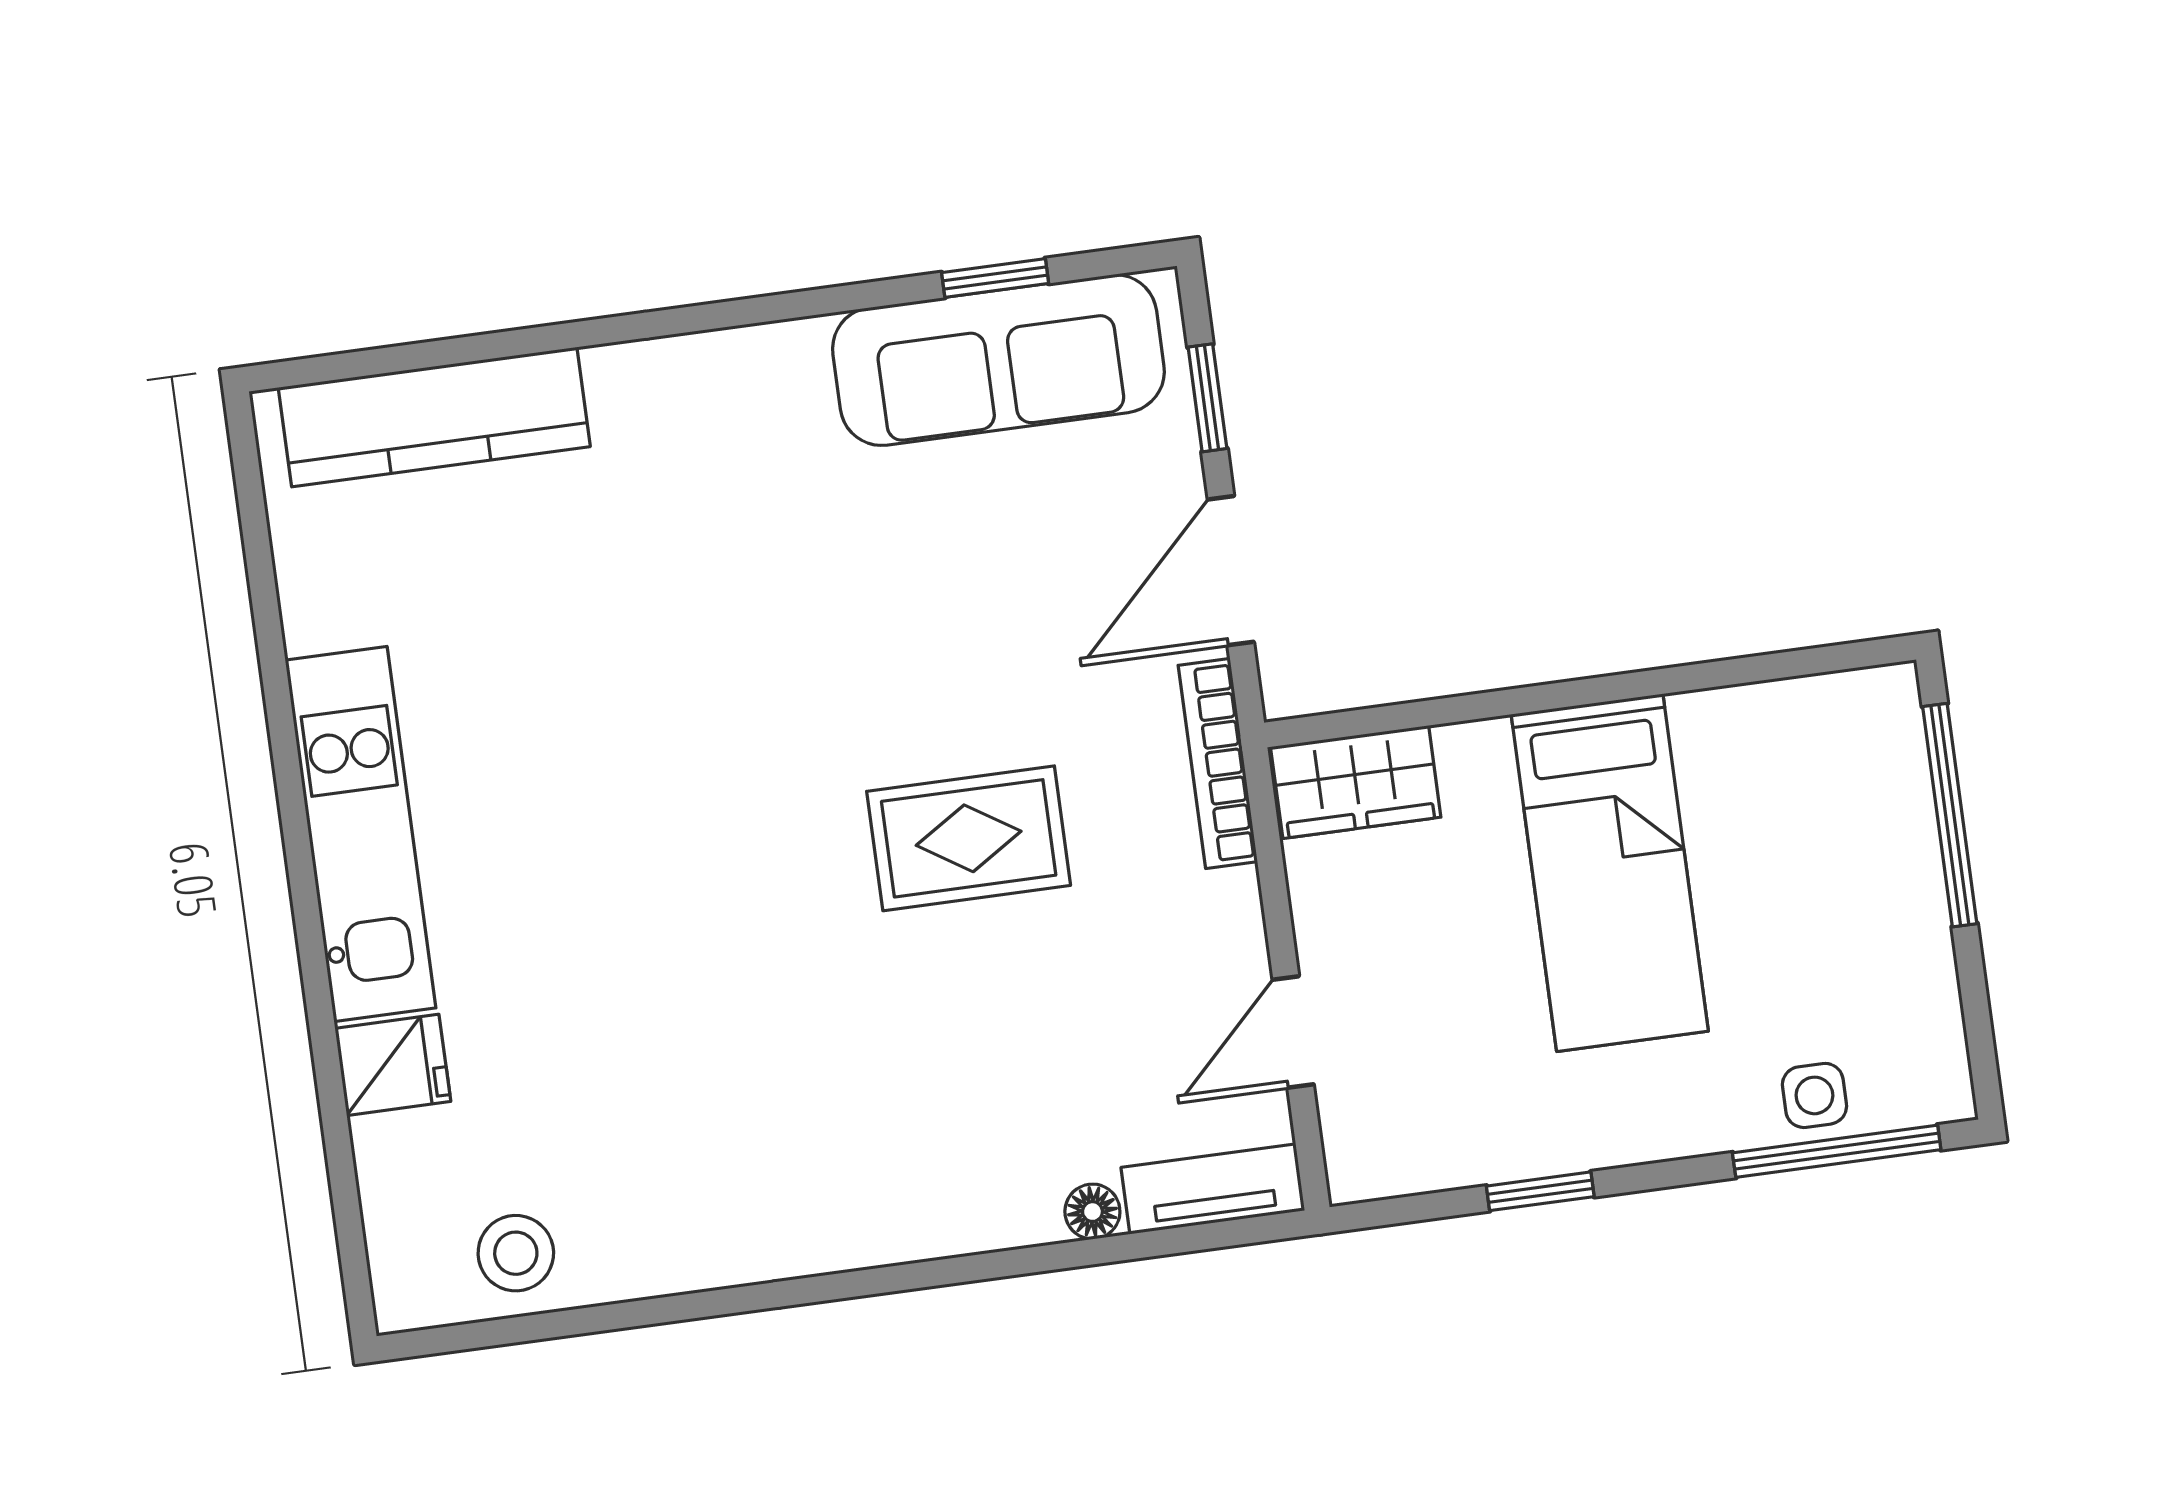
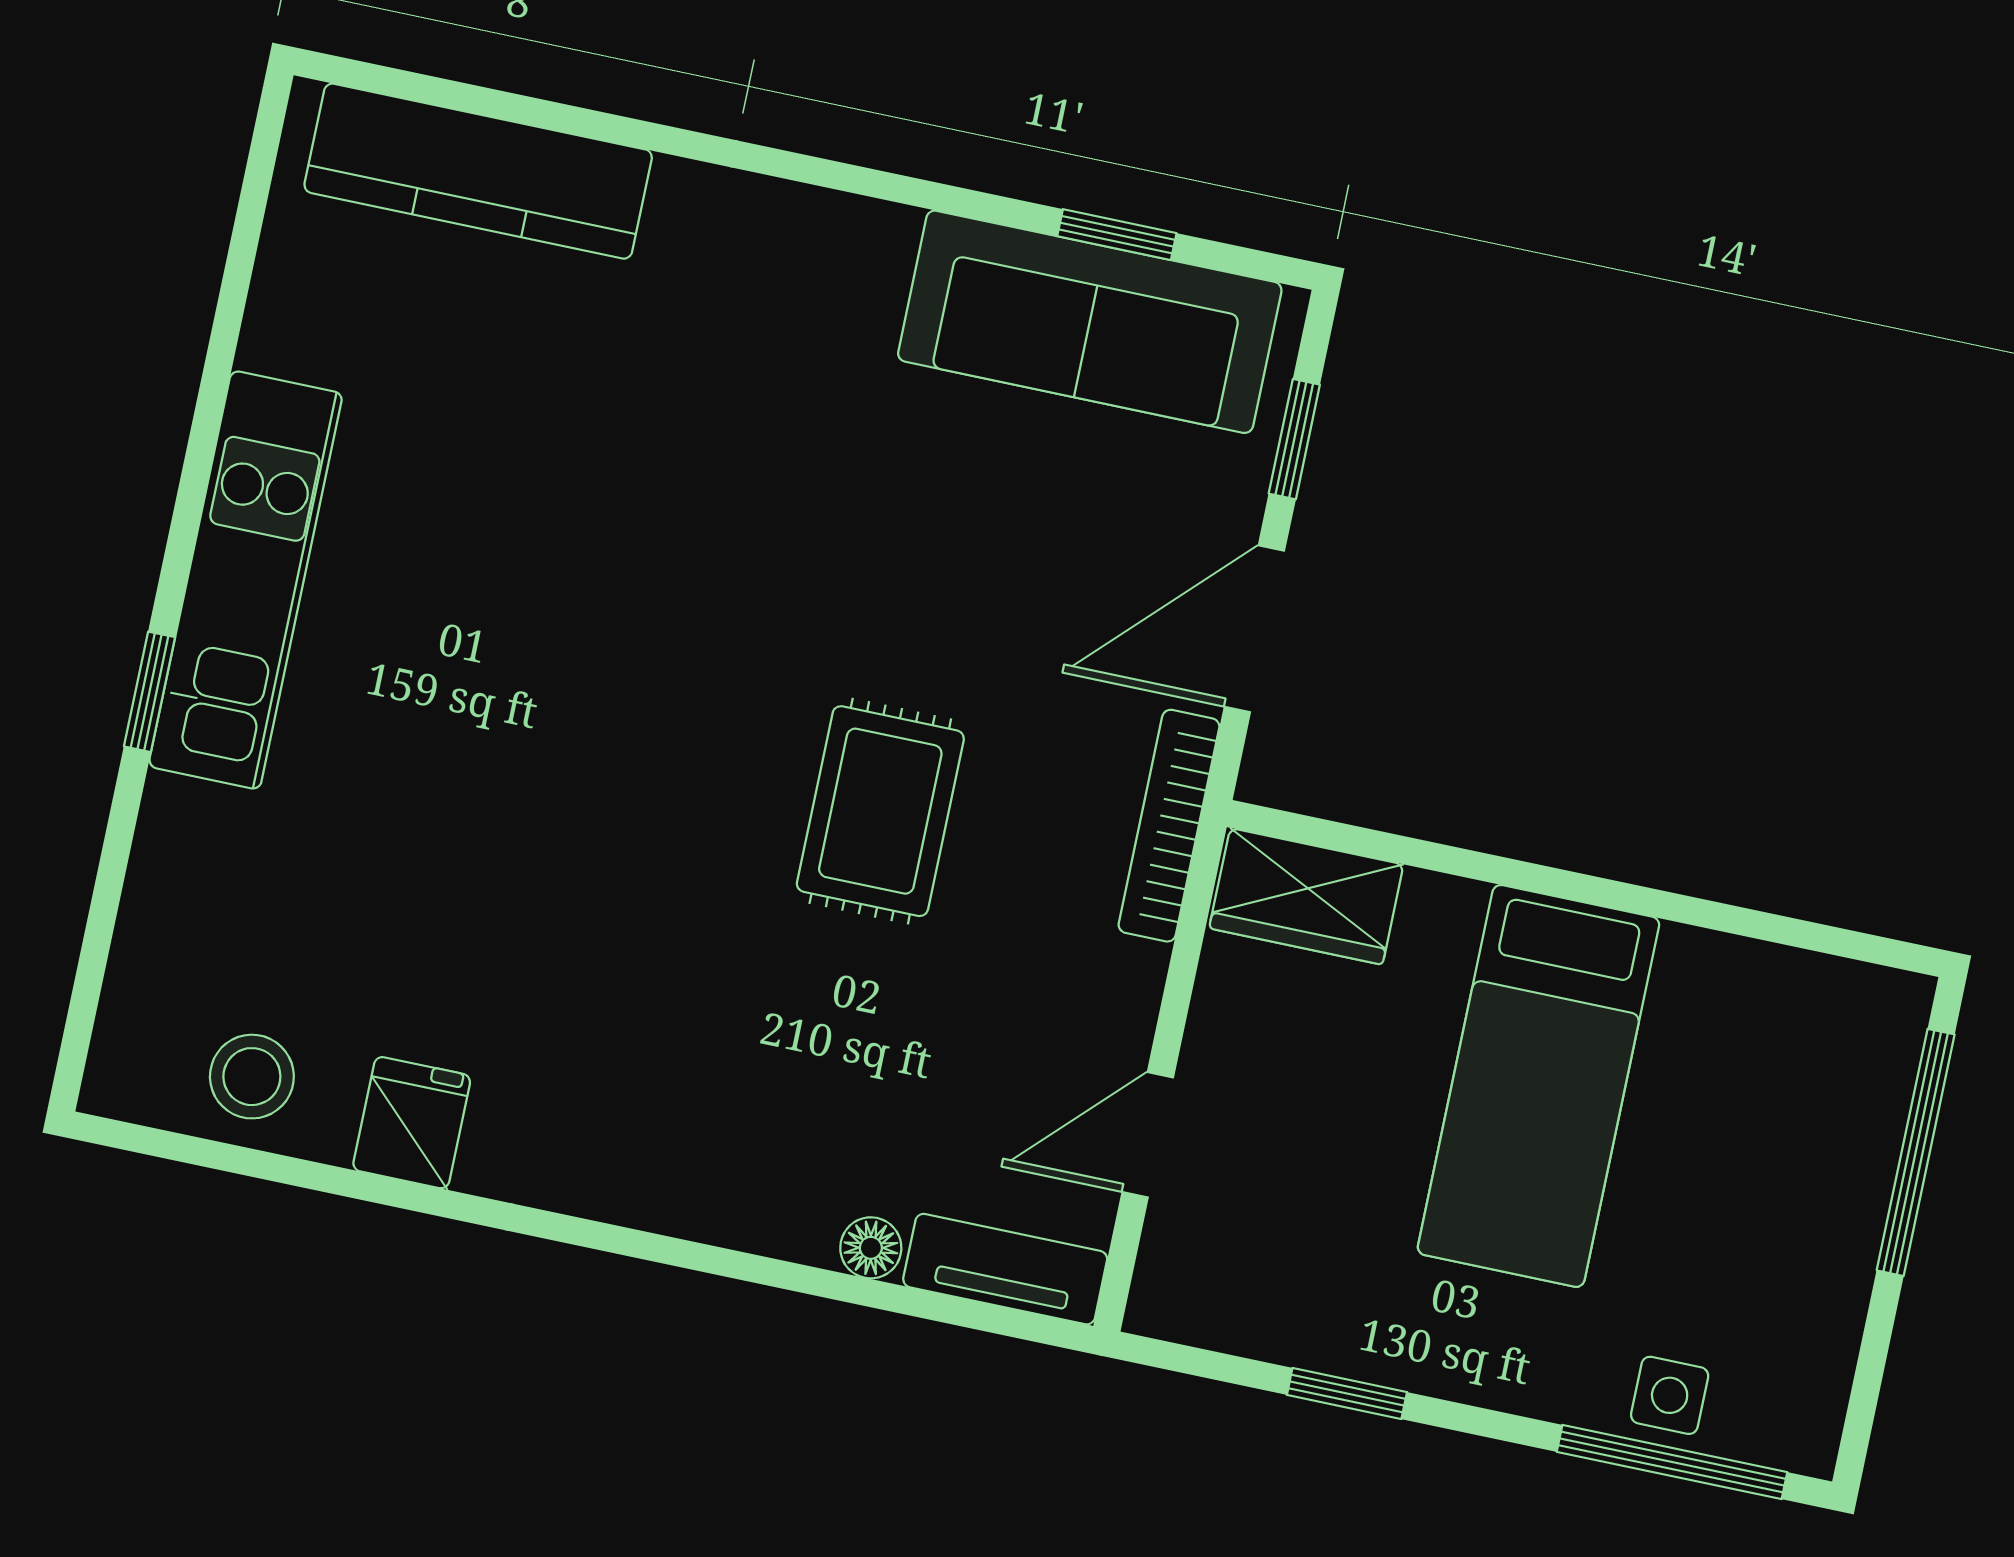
rug: (969, 838) -> (880, 811), turned 90
window: (313, 958) -> (150, 692), added
fridge: (393, 1065) -> (412, 1123), moved, turned -90

